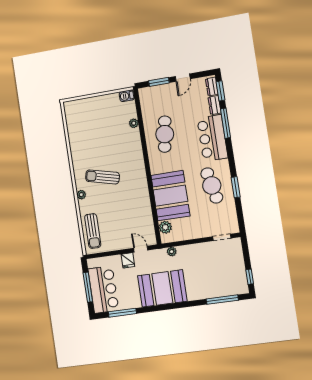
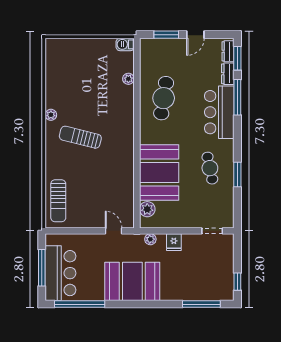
cafe table: (212, 185) -> (210, 168), width x0.73, depth x0.74
plant: (81, 195) -> (51, 115), moved
fridge: (128, 260) -> (174, 242), moved
window: (122, 313) -> (80, 304), width x1.46

